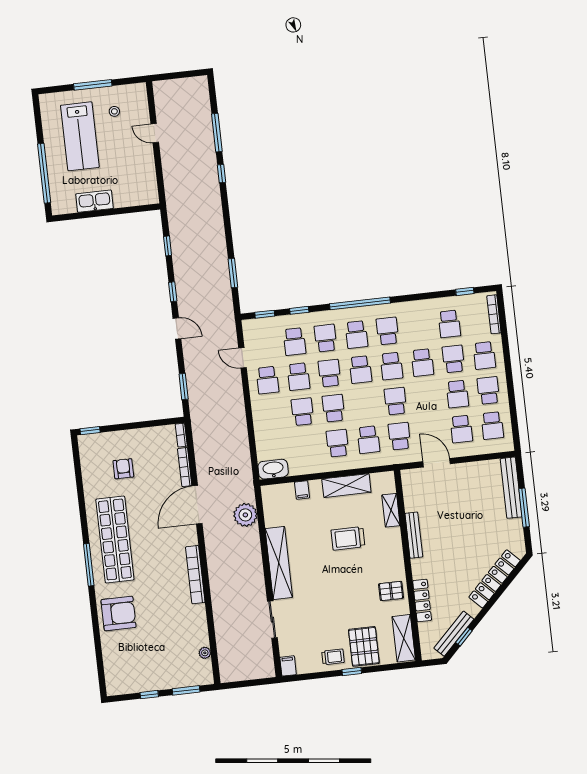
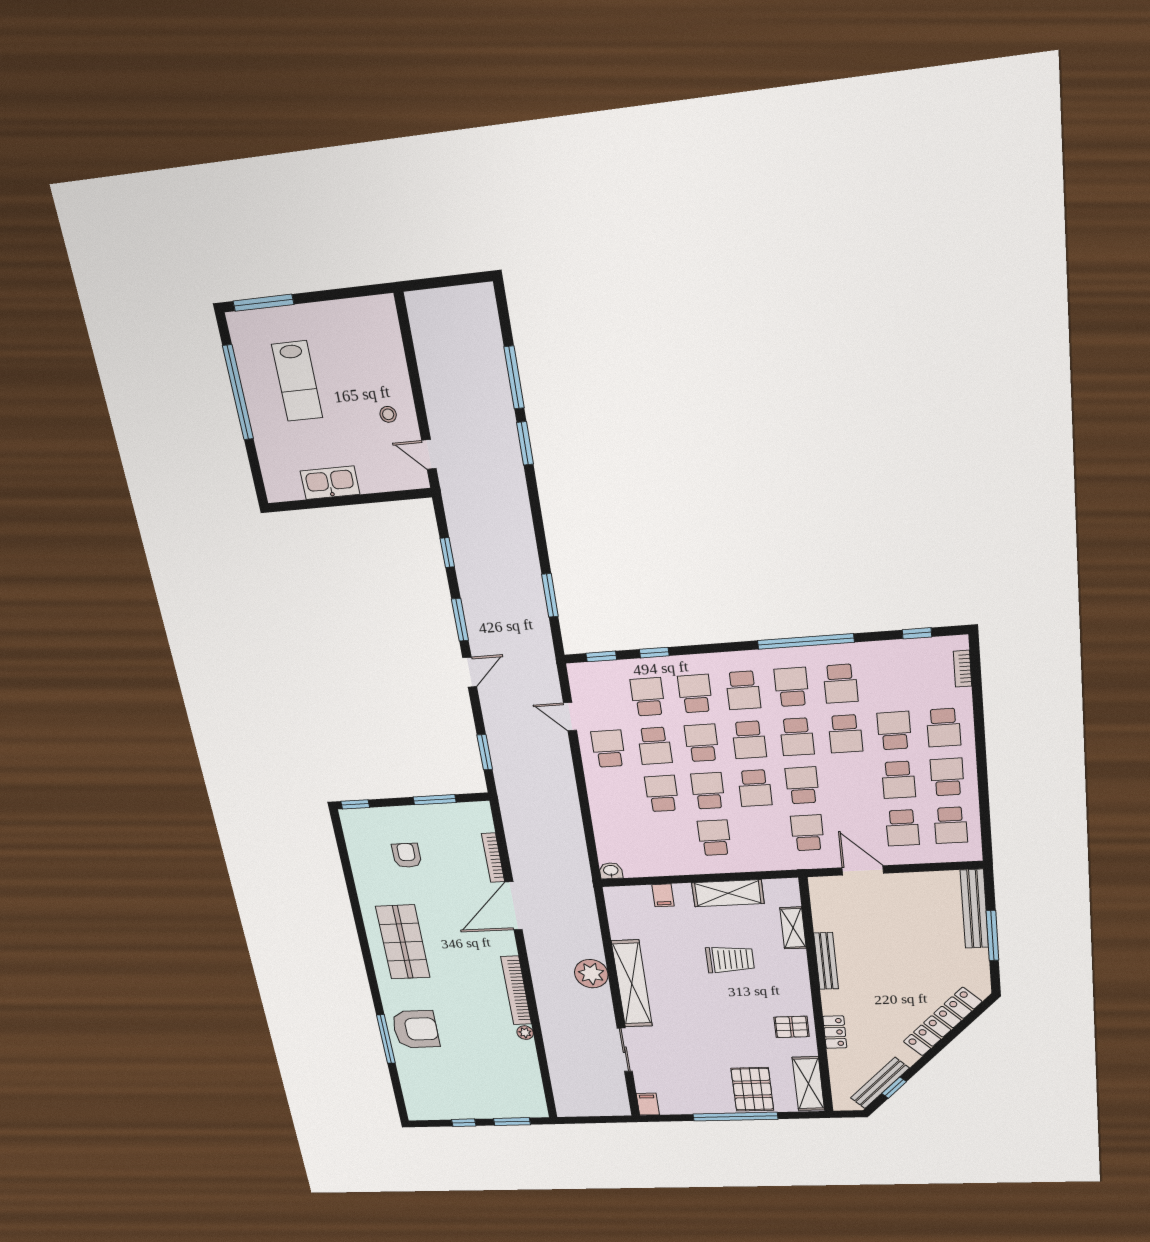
window: (93, 85) -> (263, 303), moved
stool: (114, 111) -> (388, 414), moved
door: (155, 133) -> (429, 454), moved
lab bench: (80, 136) -> (297, 381), width x0.73, depth x0.72
window: (44, 173) -> (238, 393), moved
window: (222, 174) -> (525, 443), width x1.50
window: (173, 292) -> (460, 620), width x1.50
window: (360, 303) -> (806, 641), moved
bookcase: (494, 314) -> (963, 669), width x0.64
school desk: (449, 324) -> (841, 684), moved
door: (177, 328) -> (470, 672), hinge flipped
school desk: (294, 342) -> (648, 697), turned 180
school desk: (267, 380) -> (608, 749), turned 180
window: (146, 424) -> (435, 800), added
bookcase: (181, 435) -> (486, 816), removed
school desk: (368, 440) -> (755, 788), moved
washbasin: (273, 469) -> (611, 871), width x0.52, depth x0.69
plant: (245, 515) -> (591, 974), moved
trolley: (348, 538) -> (730, 959), turned 180
shop shelf: (115, 539) -> (403, 942), width x0.71
window: (89, 565) -> (386, 1039), moved
locker: (422, 600) -> (835, 1032), width x0.66
plant: (205, 653) -> (525, 1033), moved
trolley: (333, 657) -> (709, 1098), removed
window: (352, 671) -> (735, 1117), width x3.17

